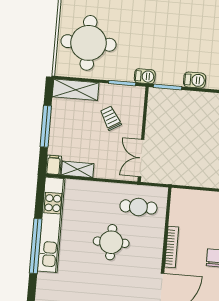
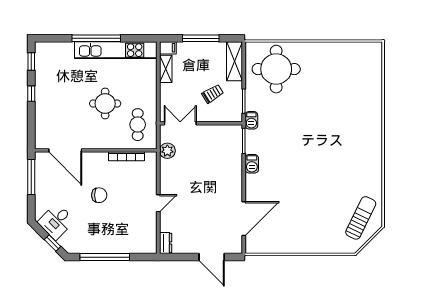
plant: (171, 176) -> (167, 151), added
bookcase: (172, 247) -> (126, 156), moved

